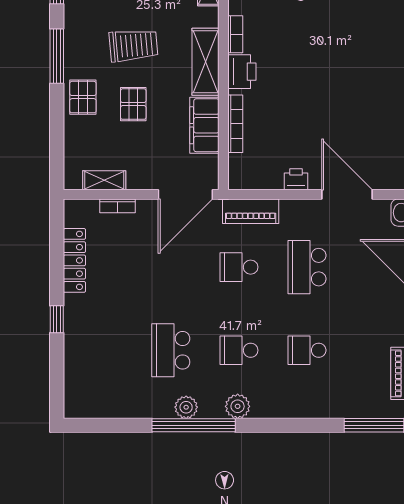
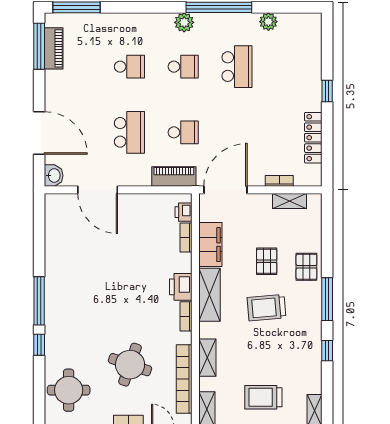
bookcase: (235, 124) -> (186, 237), width x0.64
printer: (296, 179) -> (184, 212), moved, turned 90
plant: (186, 407) -> (268, 22), moved

